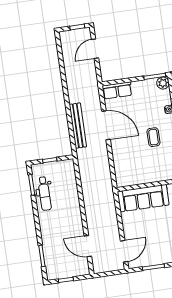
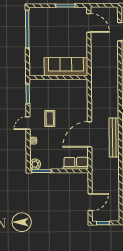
door: (106, 125) -> (90, 134), hinge flipped
door: (124, 251) -> (89, 23), swing flipped

